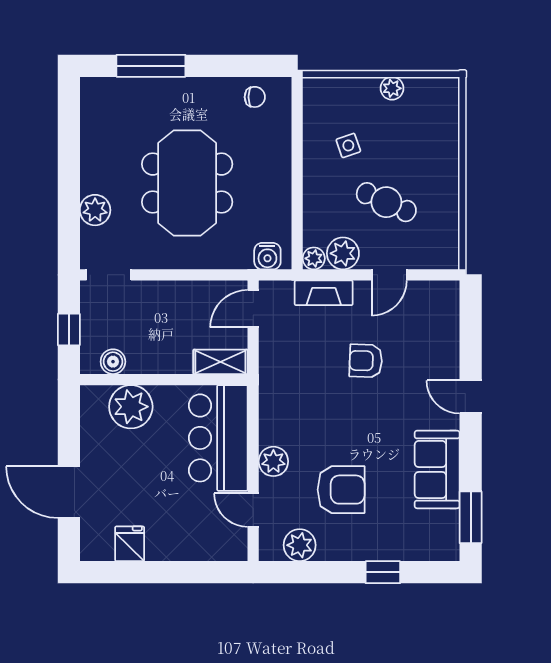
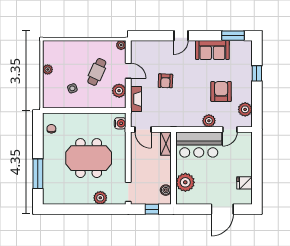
plant: (314, 258) -> (121, 45), moved

